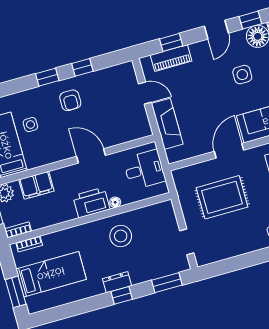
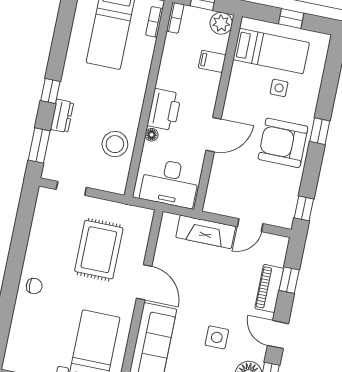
piano: (171, 58) -> (269, 288), moved
window: (82, 67) -> (304, 208), moved
armchair: (70, 100) -> (283, 143), width x1.88, depth x1.88
desk: (144, 170) -> (170, 183), width x1.37
filing cabinet: (36, 185) -> (212, 61), width x0.50
stool: (121, 236) -> (115, 144), moved
dresser: (117, 282) -> (62, 116), moved

